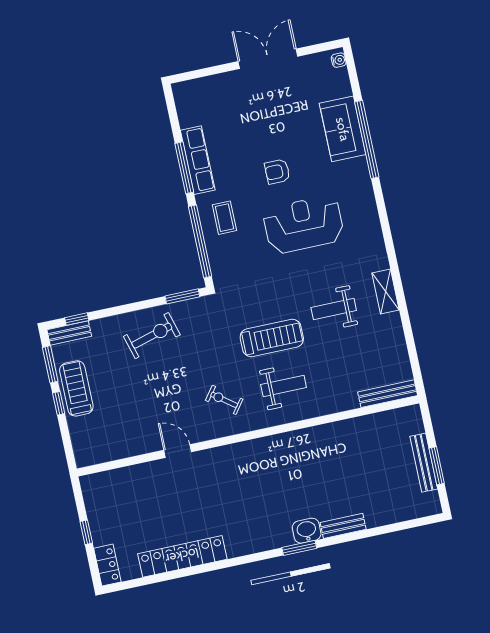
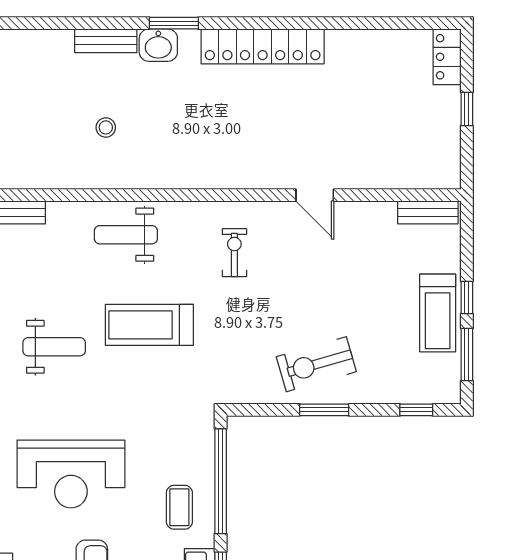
window: (182, 296) -> (324, 410), moved
bench: (69, 333) -> (428, 212), moved
weight bench: (284, 386) -> (126, 235), moved
exercise bike: (224, 400) -> (234, 253), turned -127
stool: (330, 467) -> (106, 127), added
locker: (182, 556) -> (263, 46), moved

